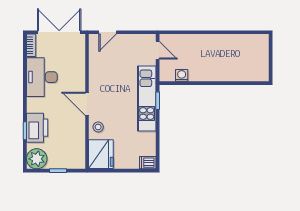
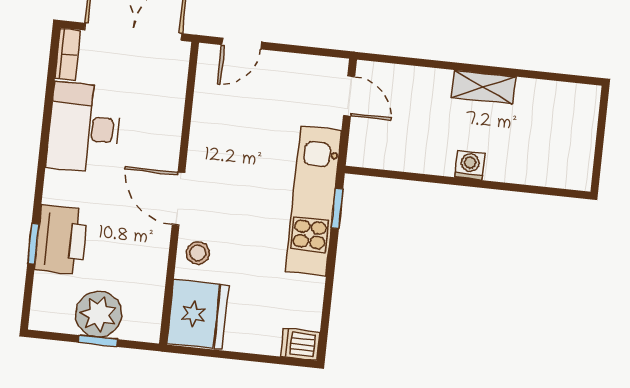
shelving: (217, 40) -> (483, 87), added
washing machine: (182, 75) -> (470, 165), moved
plant: (37, 159) -> (99, 314), moved

